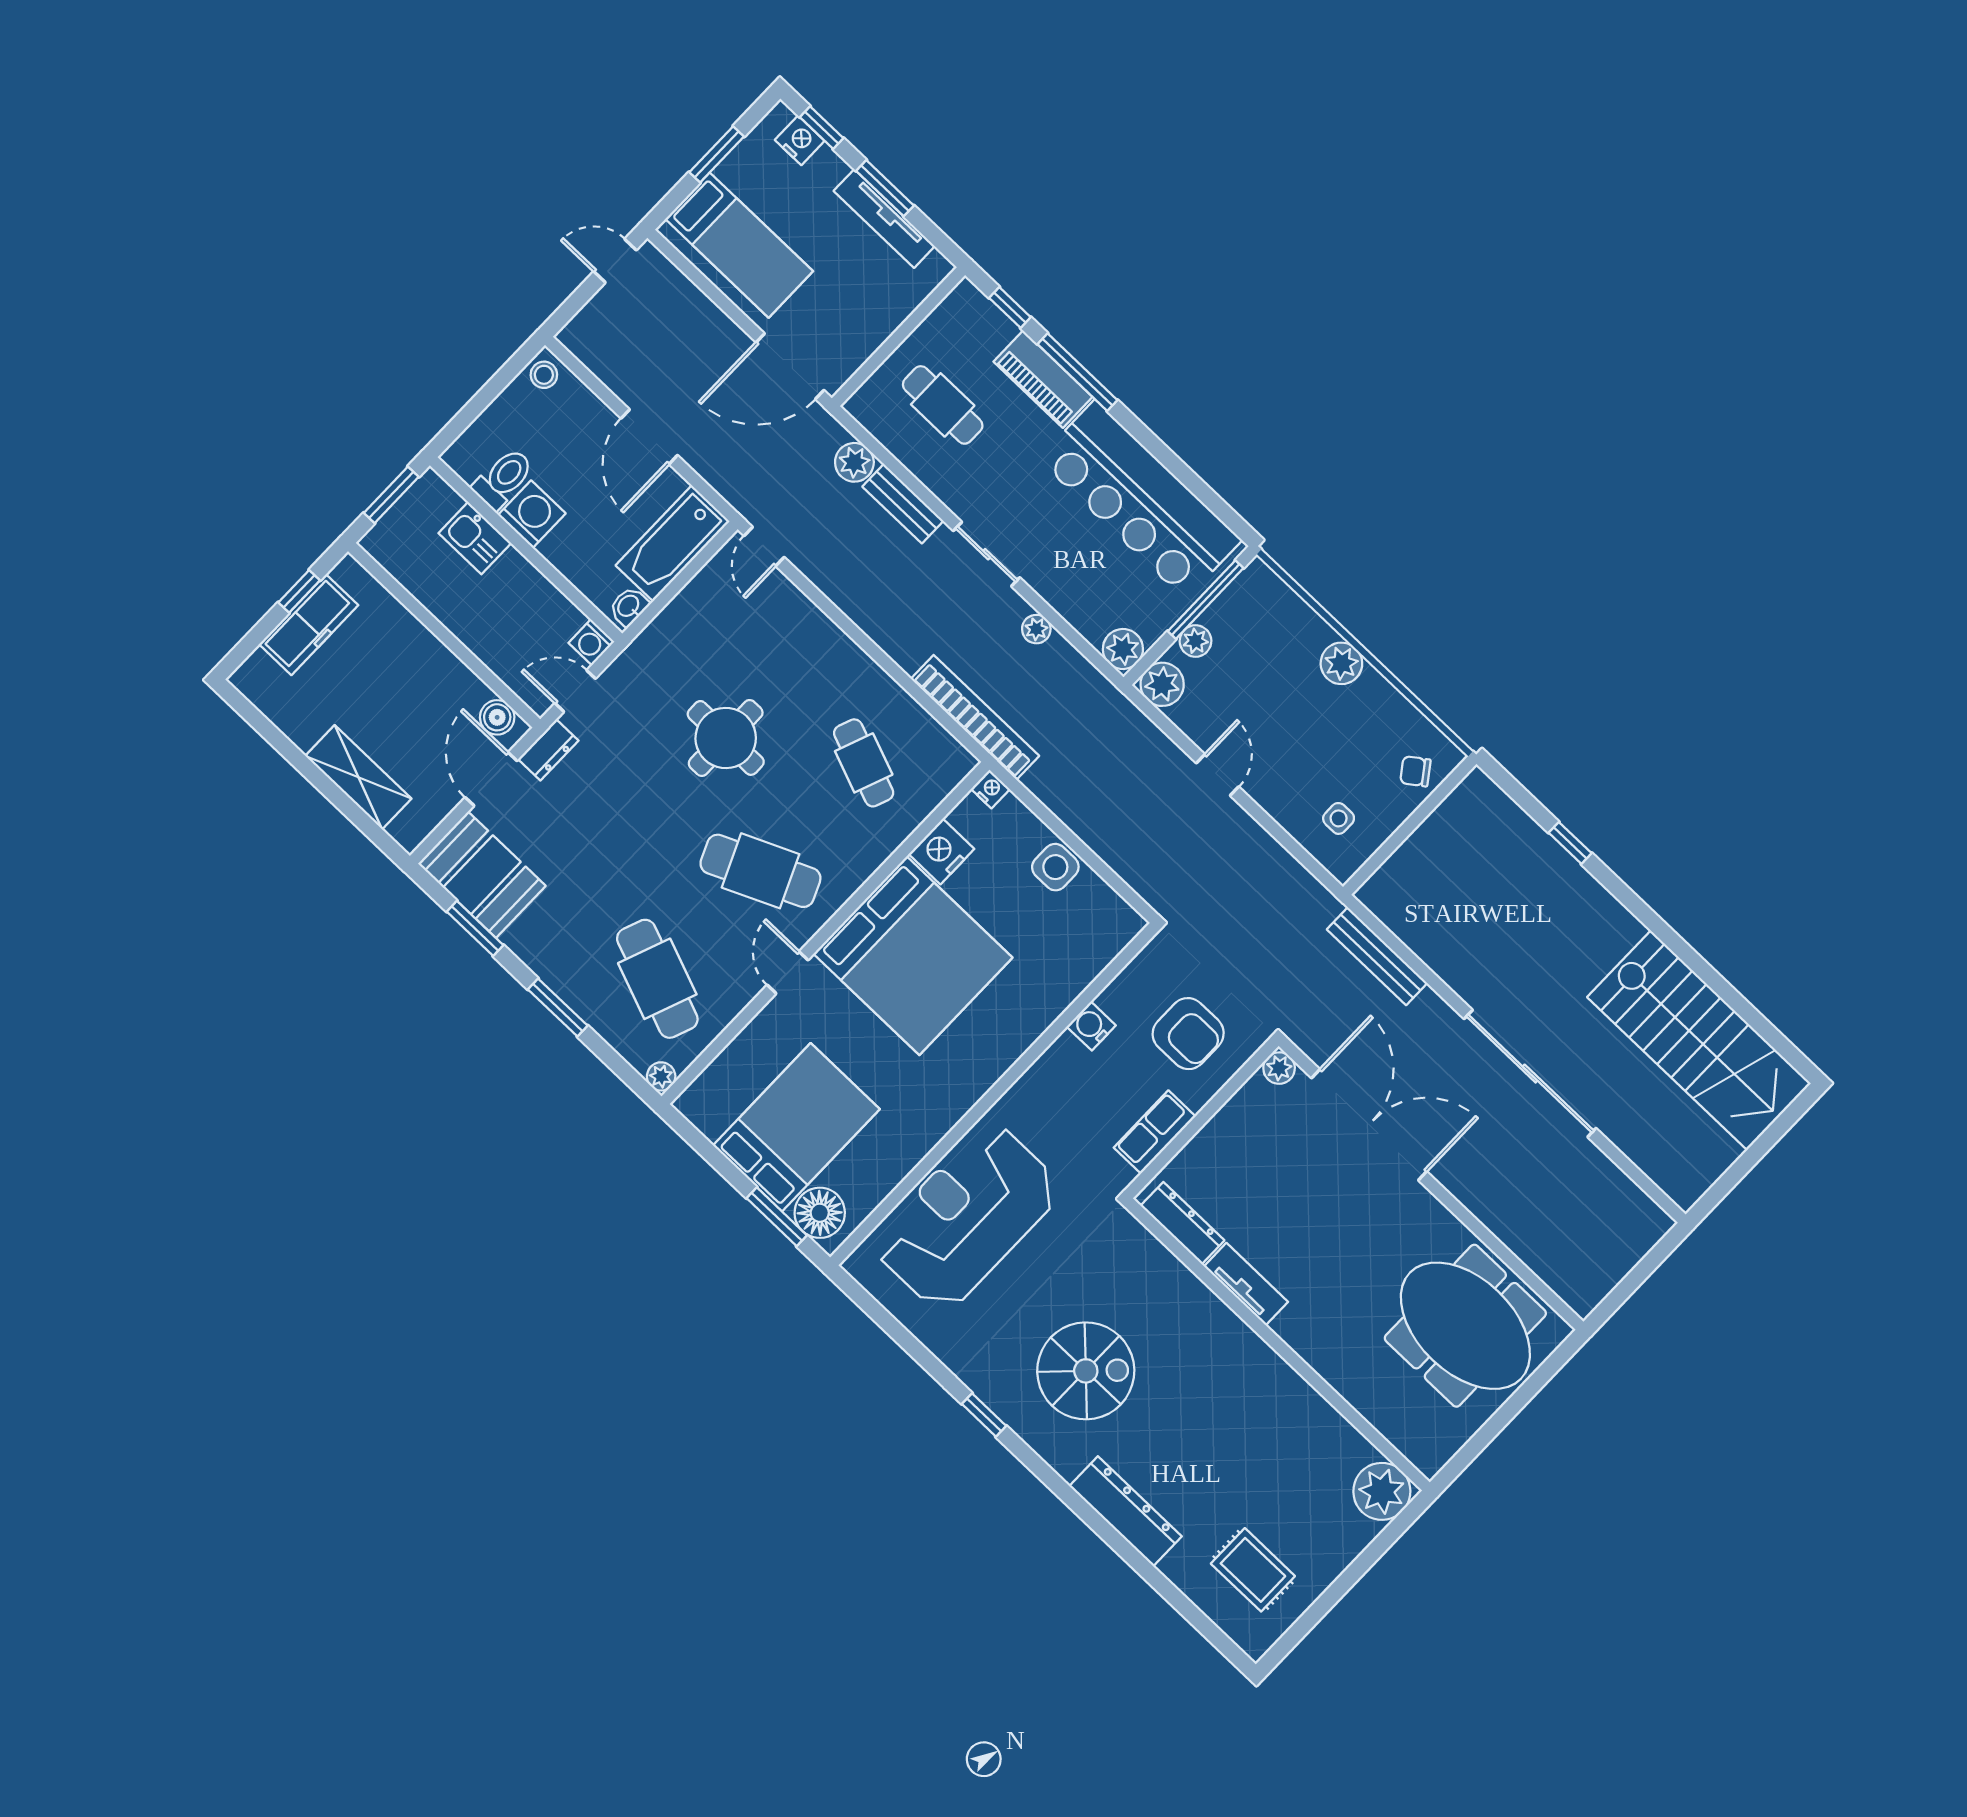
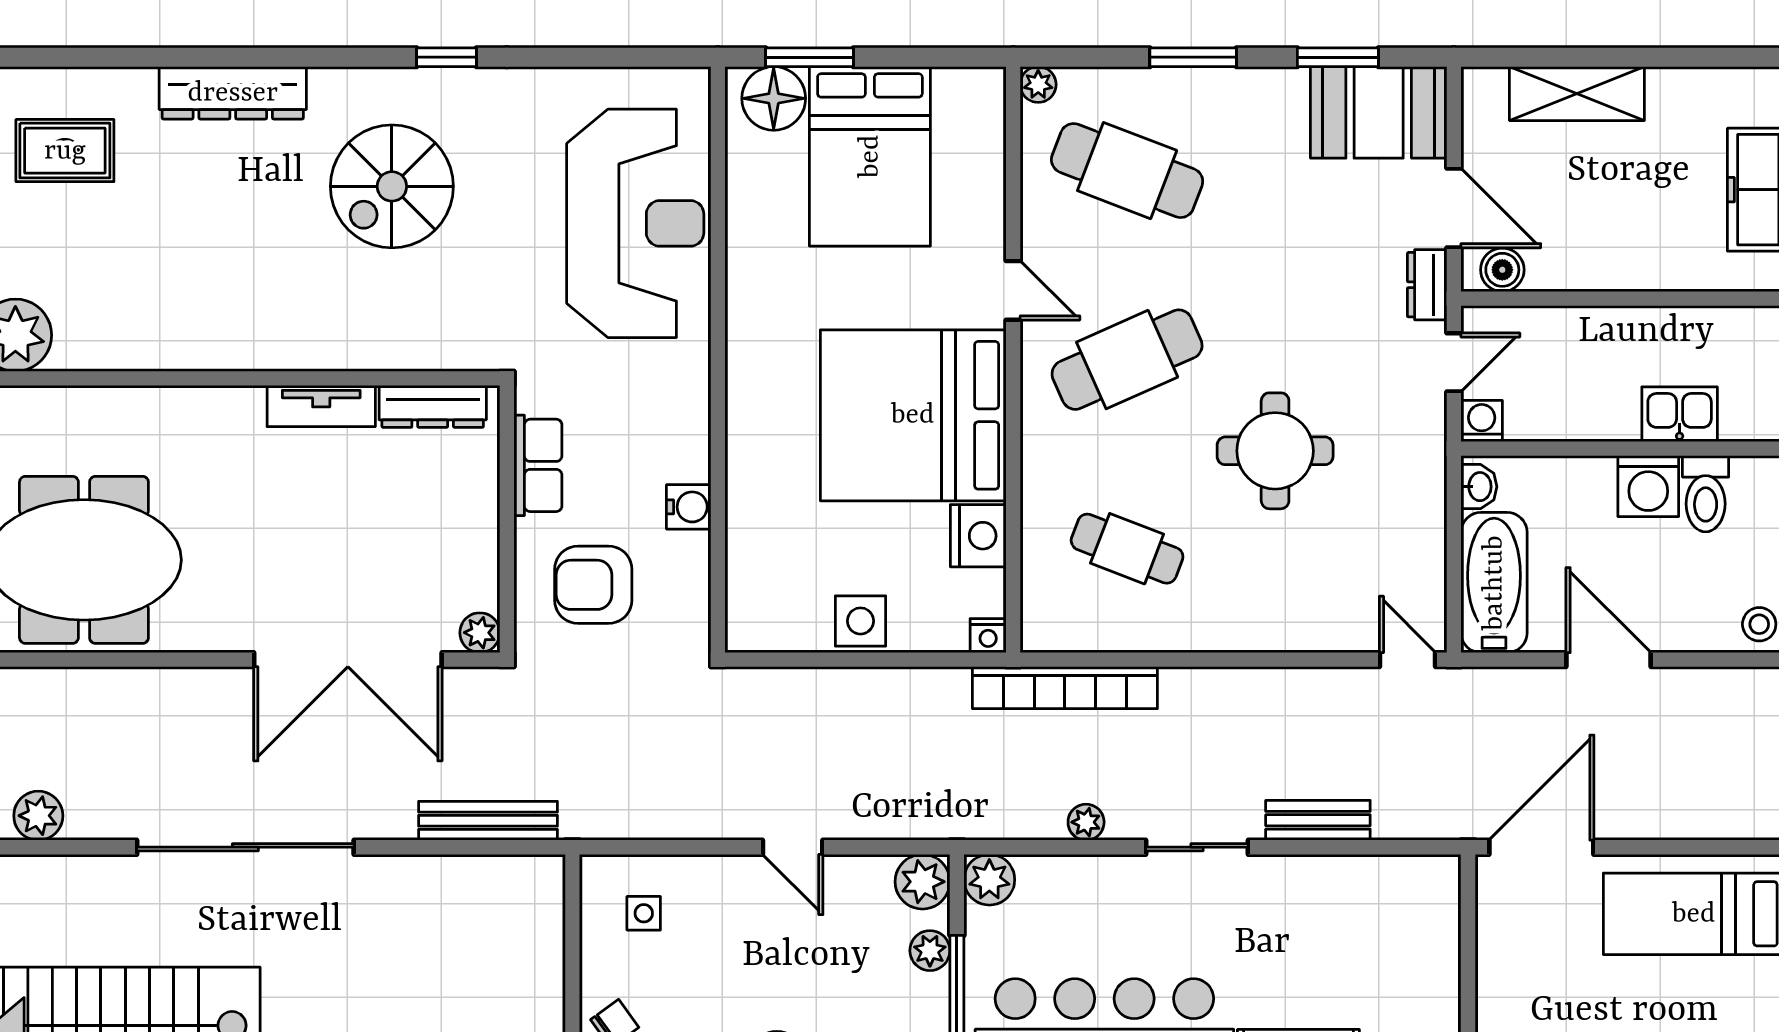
cafe table: (943, 405) -> (1368, 945), removed
plant: (854, 462) -> (38, 816), moved

